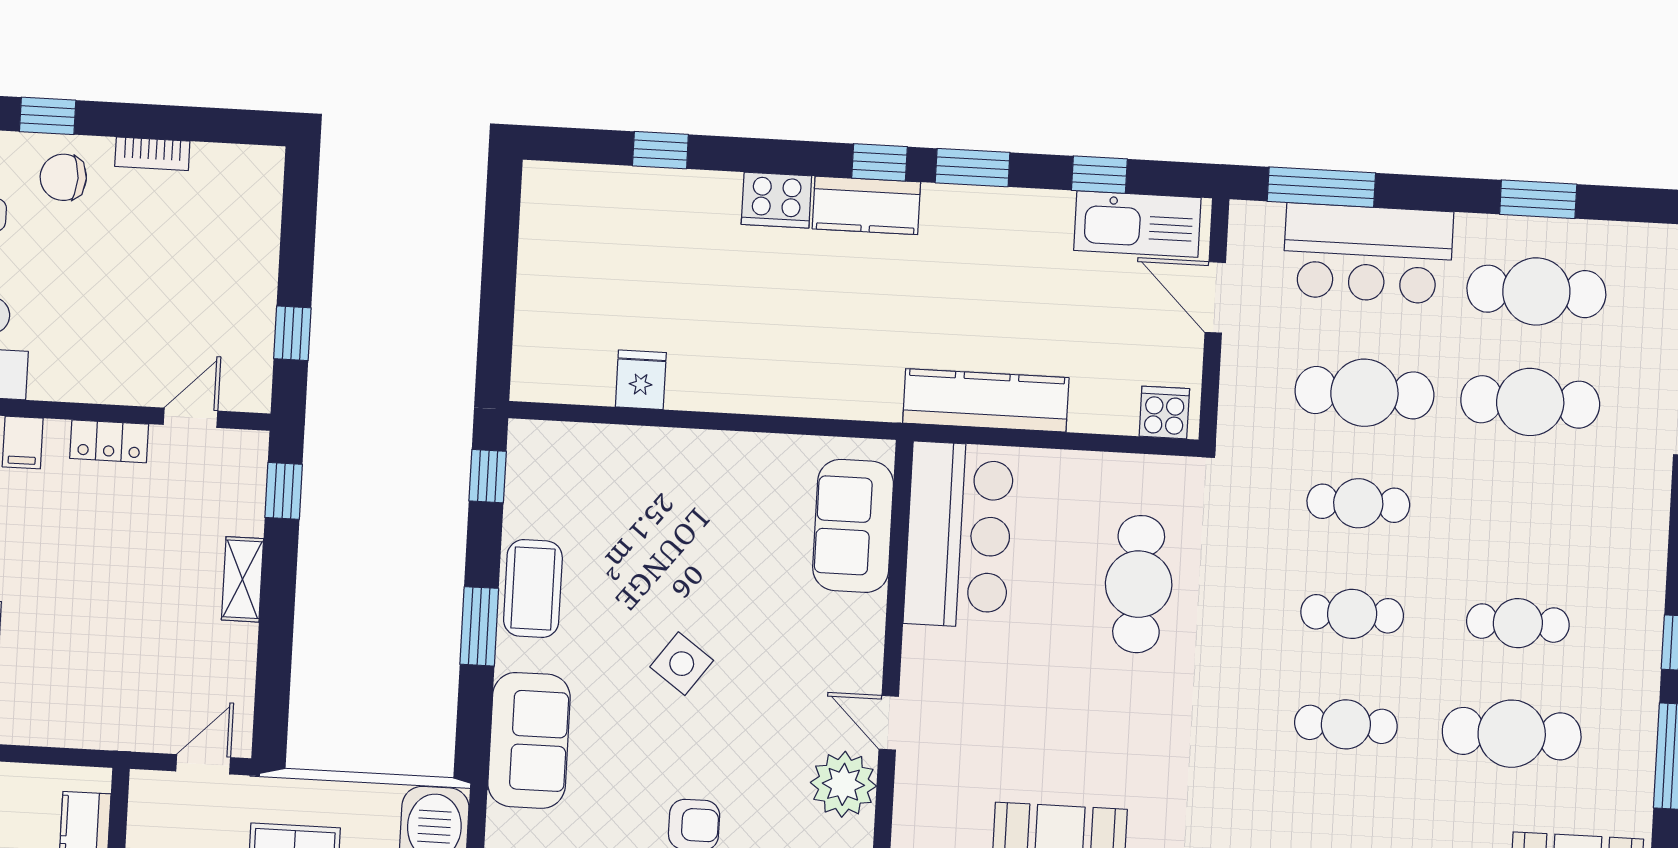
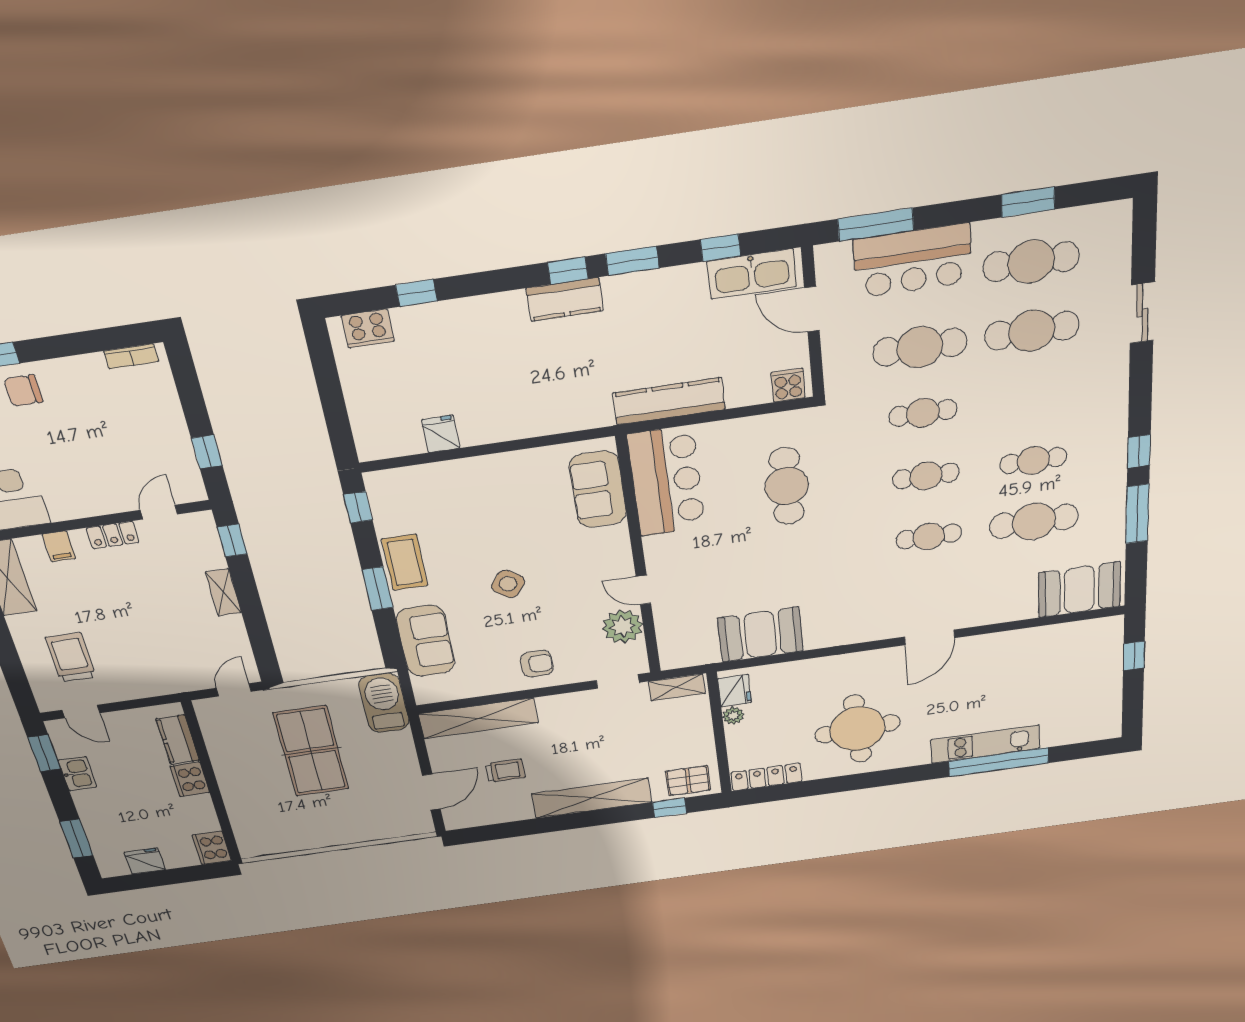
bookcase: (152, 154) -> (131, 356), moved
cooker: (776, 200) -> (368, 328), moved

